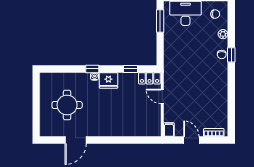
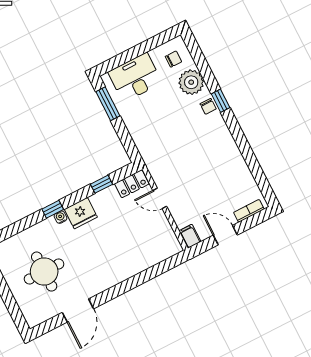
plant: (223, 34) -> (191, 82), width x1.88, depth x1.88

